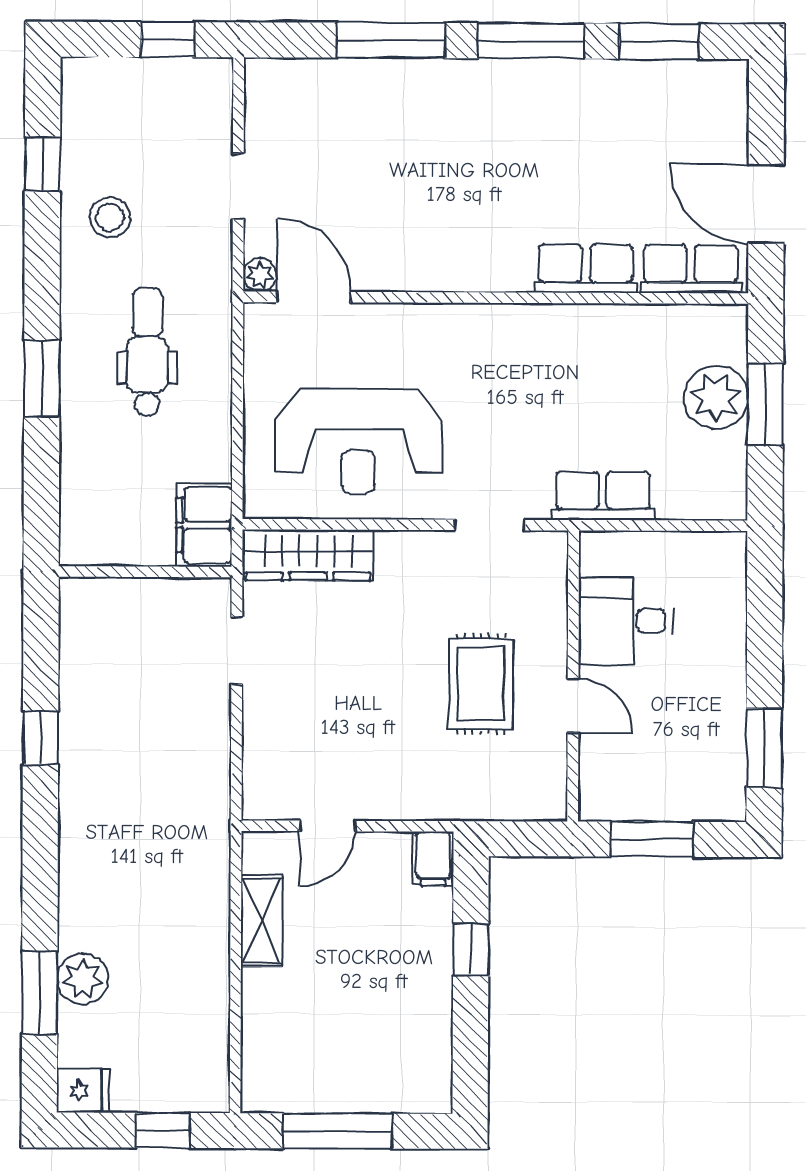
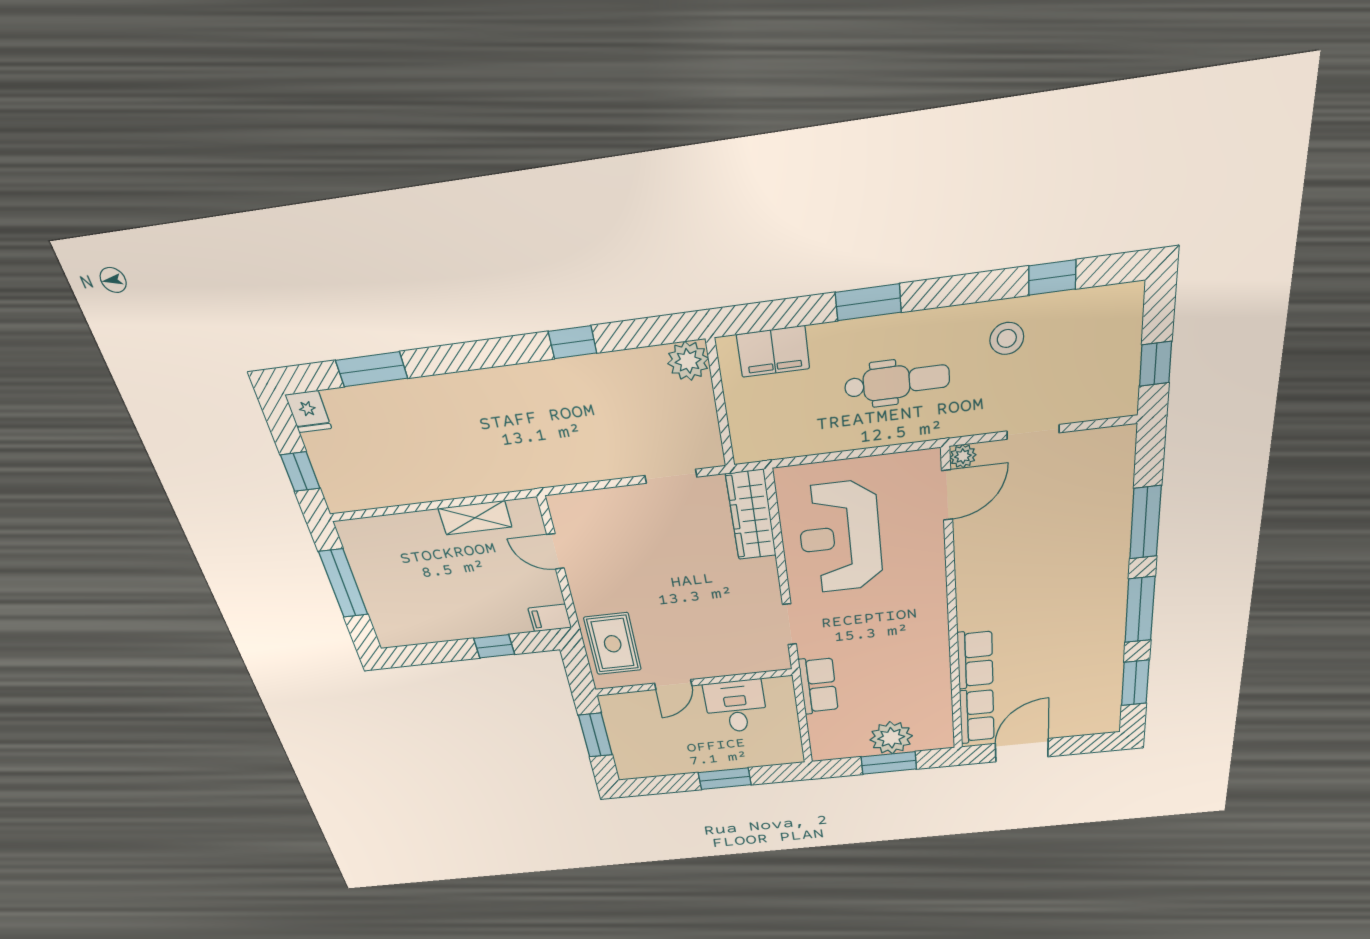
filing cabinet: (204, 525) -> (773, 352), moved, turned 180
rug: (481, 684) -> (613, 644), moved, turned 90
window: (764, 748) -> (725, 779), moved
plant: (83, 979) -> (688, 361), moved

